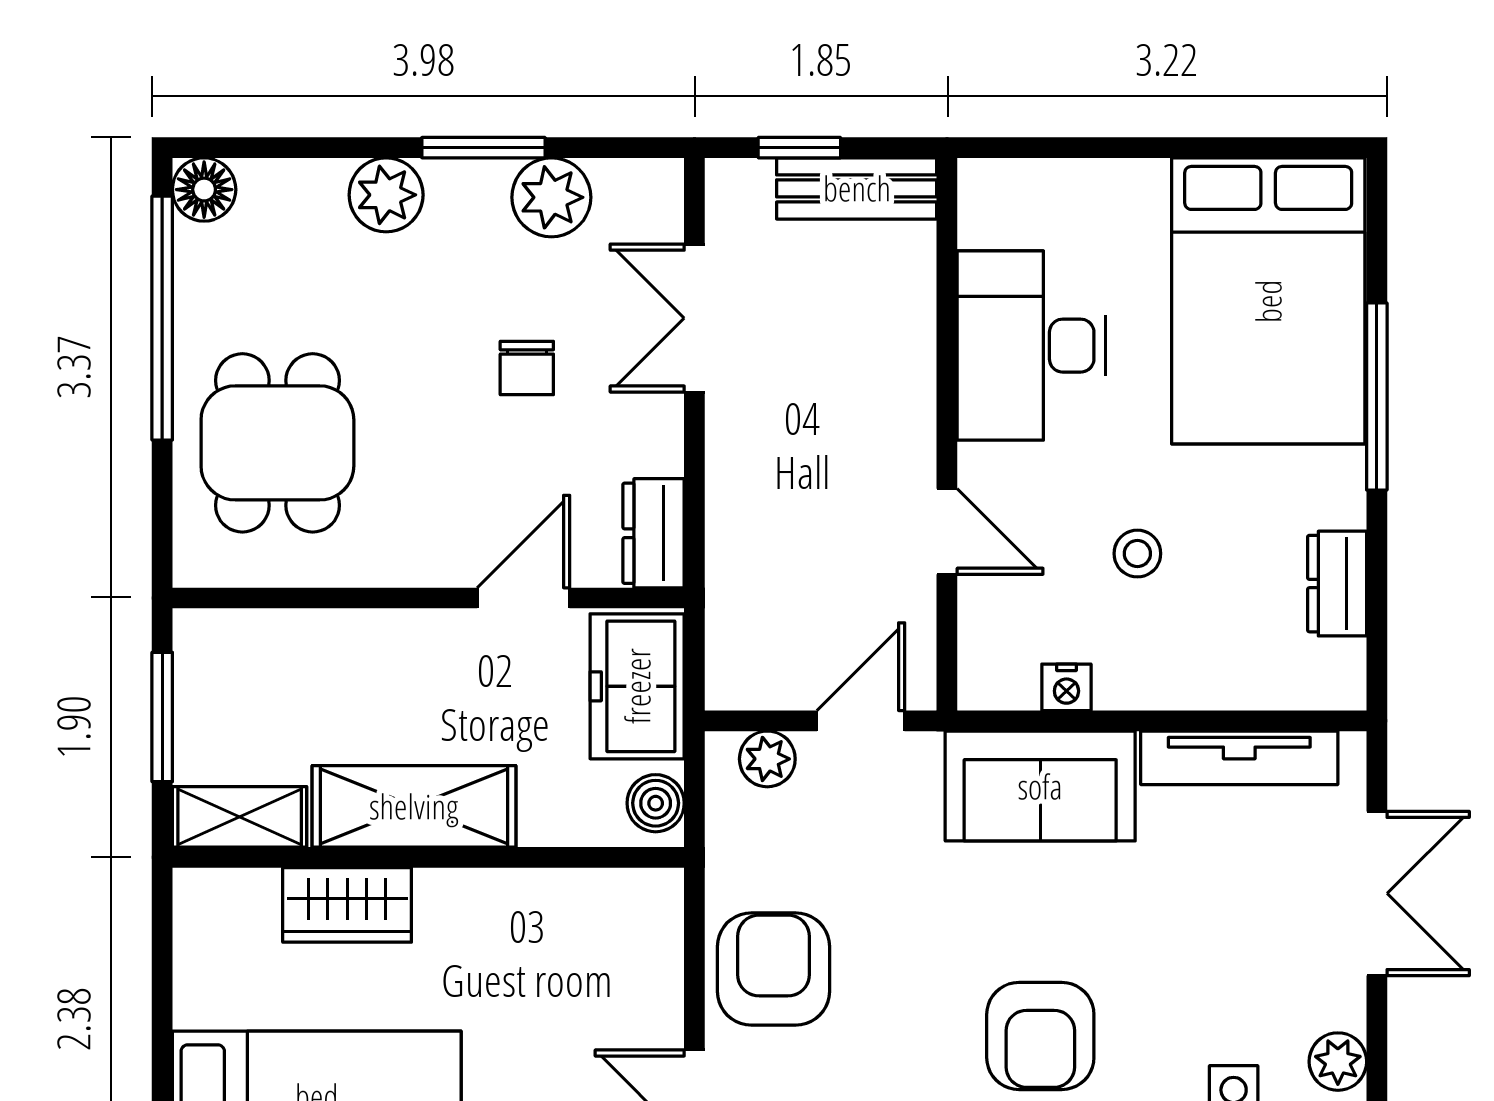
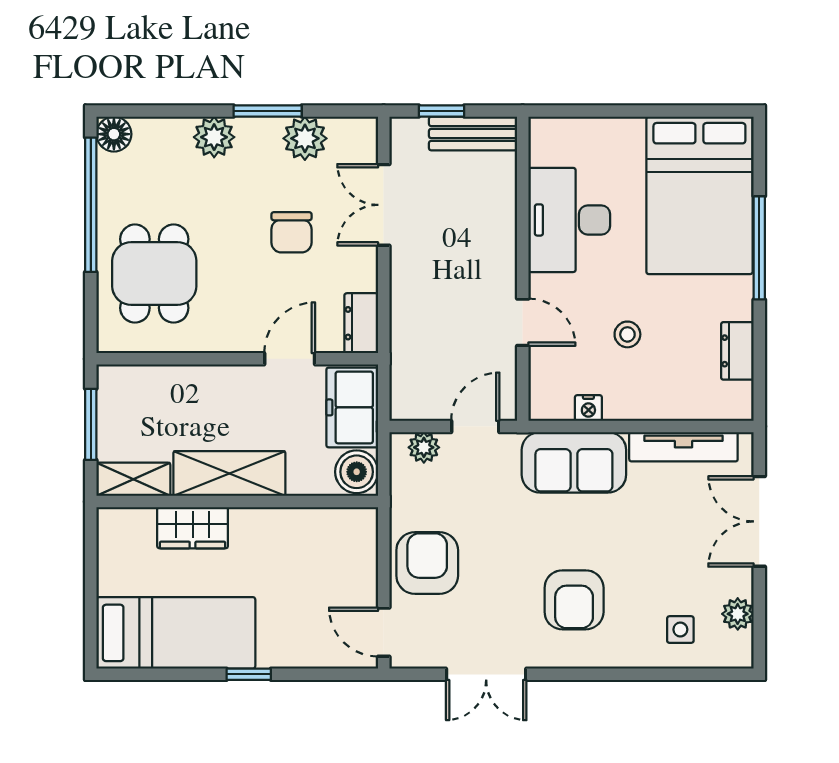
chair: (527, 368) -> (291, 232), width x1.37, depth x1.37
boiler: (656, 803) -> (357, 472), width x1.36, depth x1.36
double door: (1377, 893) -> (759, 521), swing flipped

